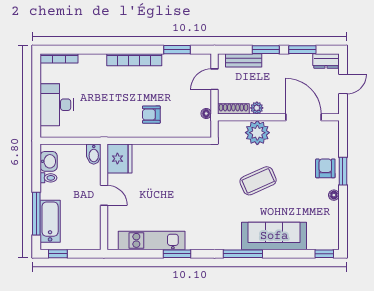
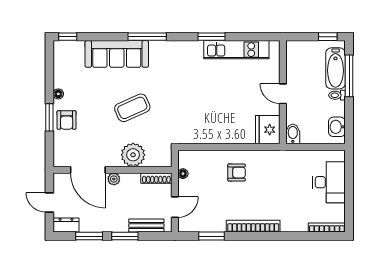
door: (343, 84) -> (49, 202), hinge flipped
plant: (257, 108) -> (114, 179), moved
toilet: (48, 178) -> (337, 95), moved

